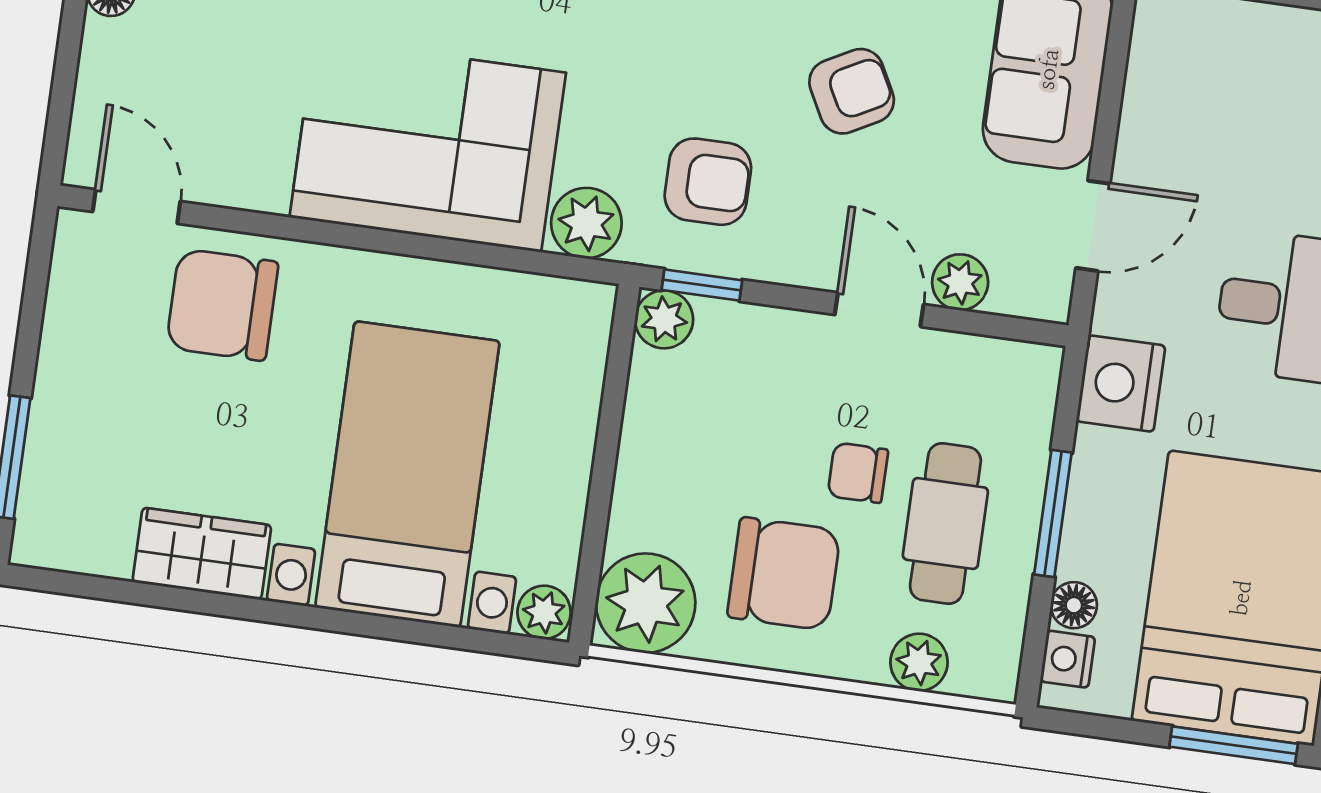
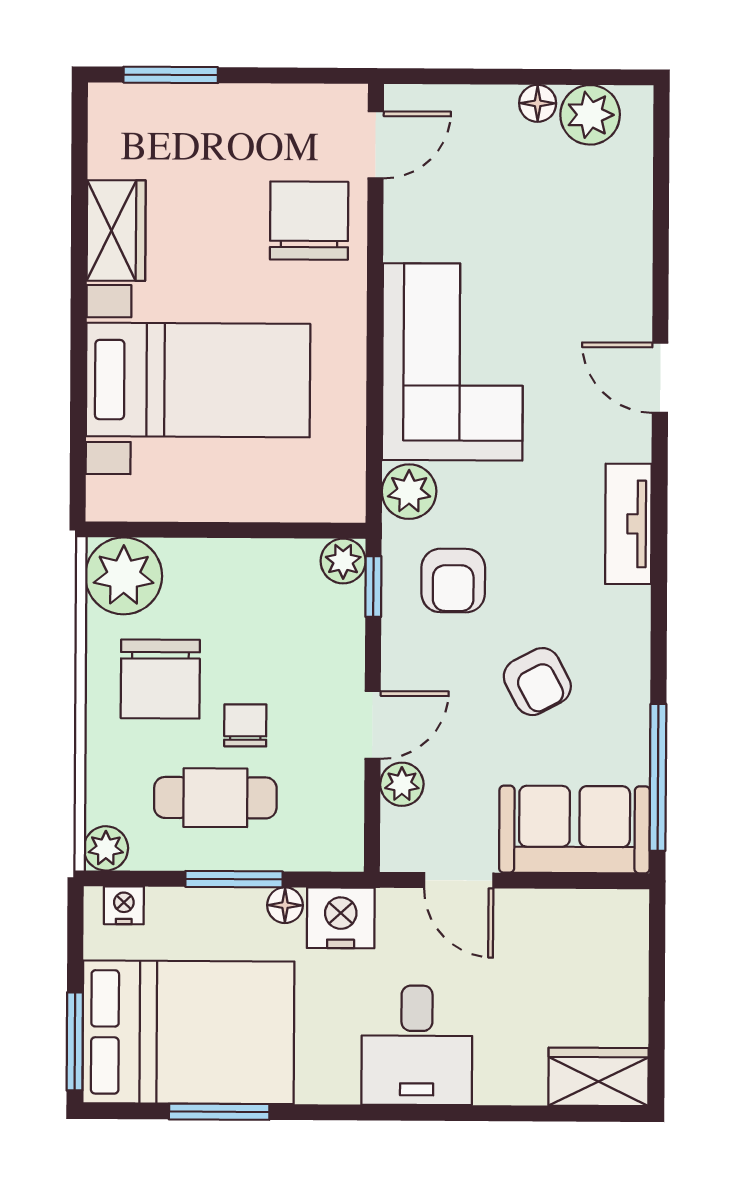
floor lamp: (1074, 605) -> (285, 905), moved
plant: (544, 612) -> (106, 499), removed
plant: (919, 662) -> (106, 848), moved

